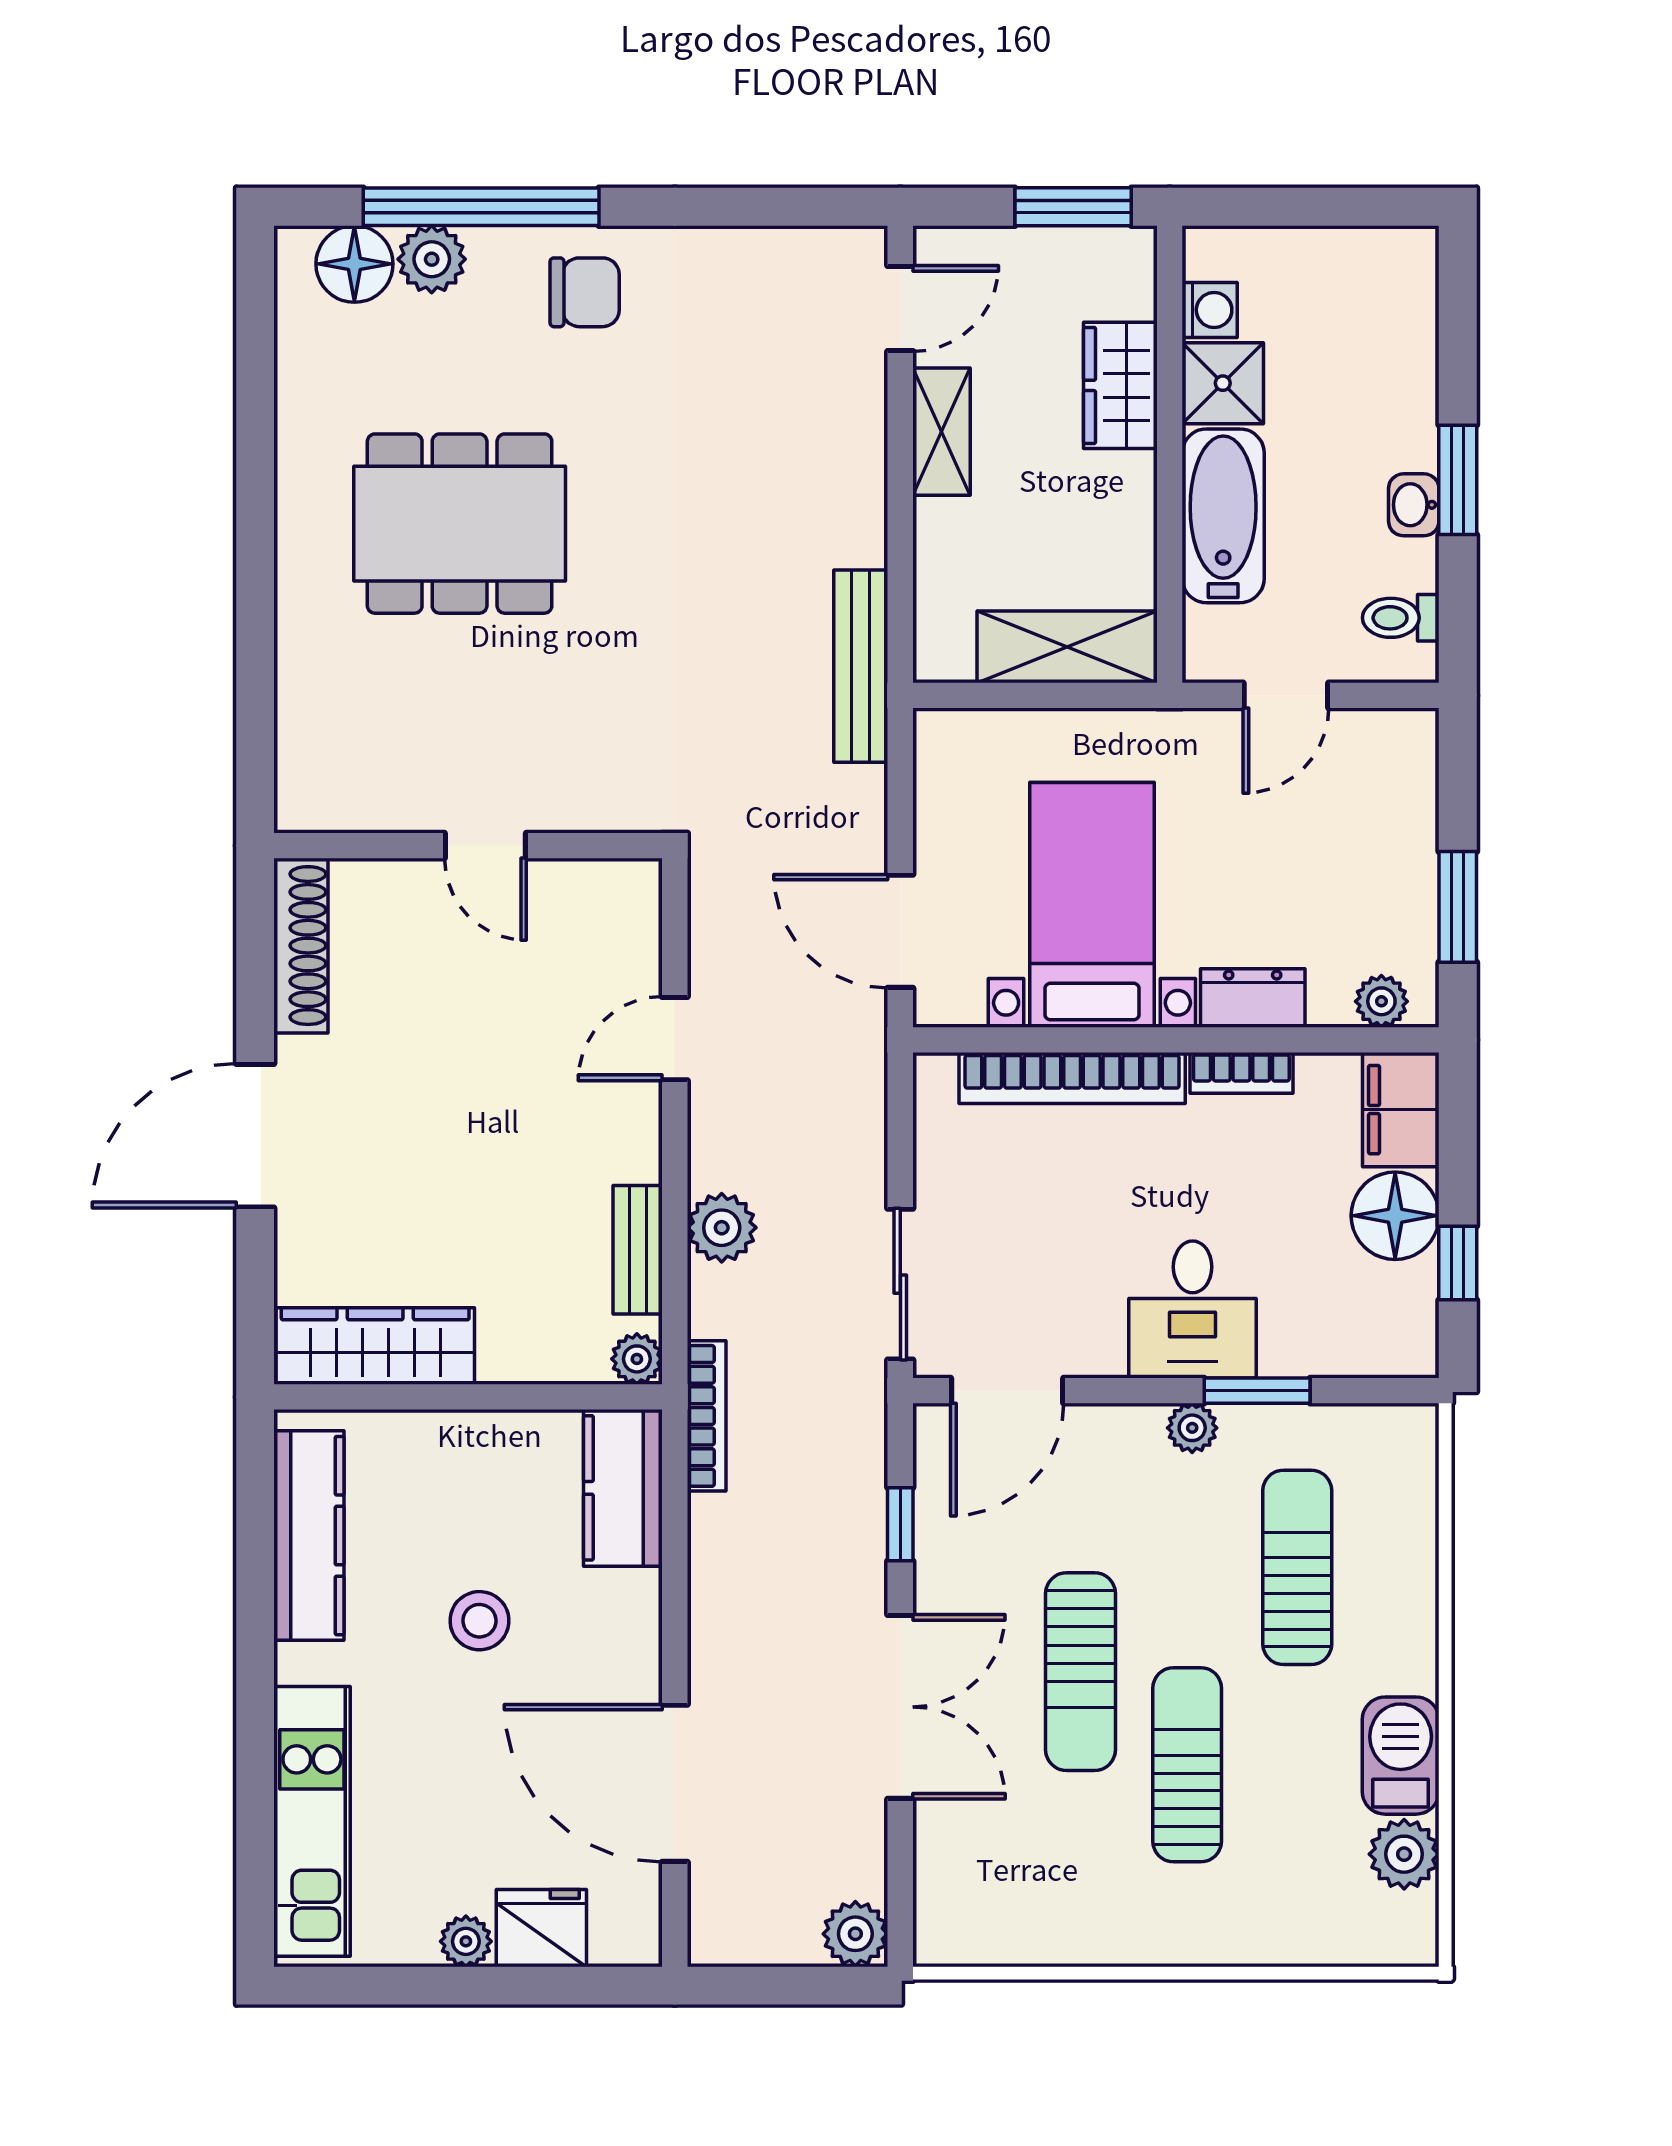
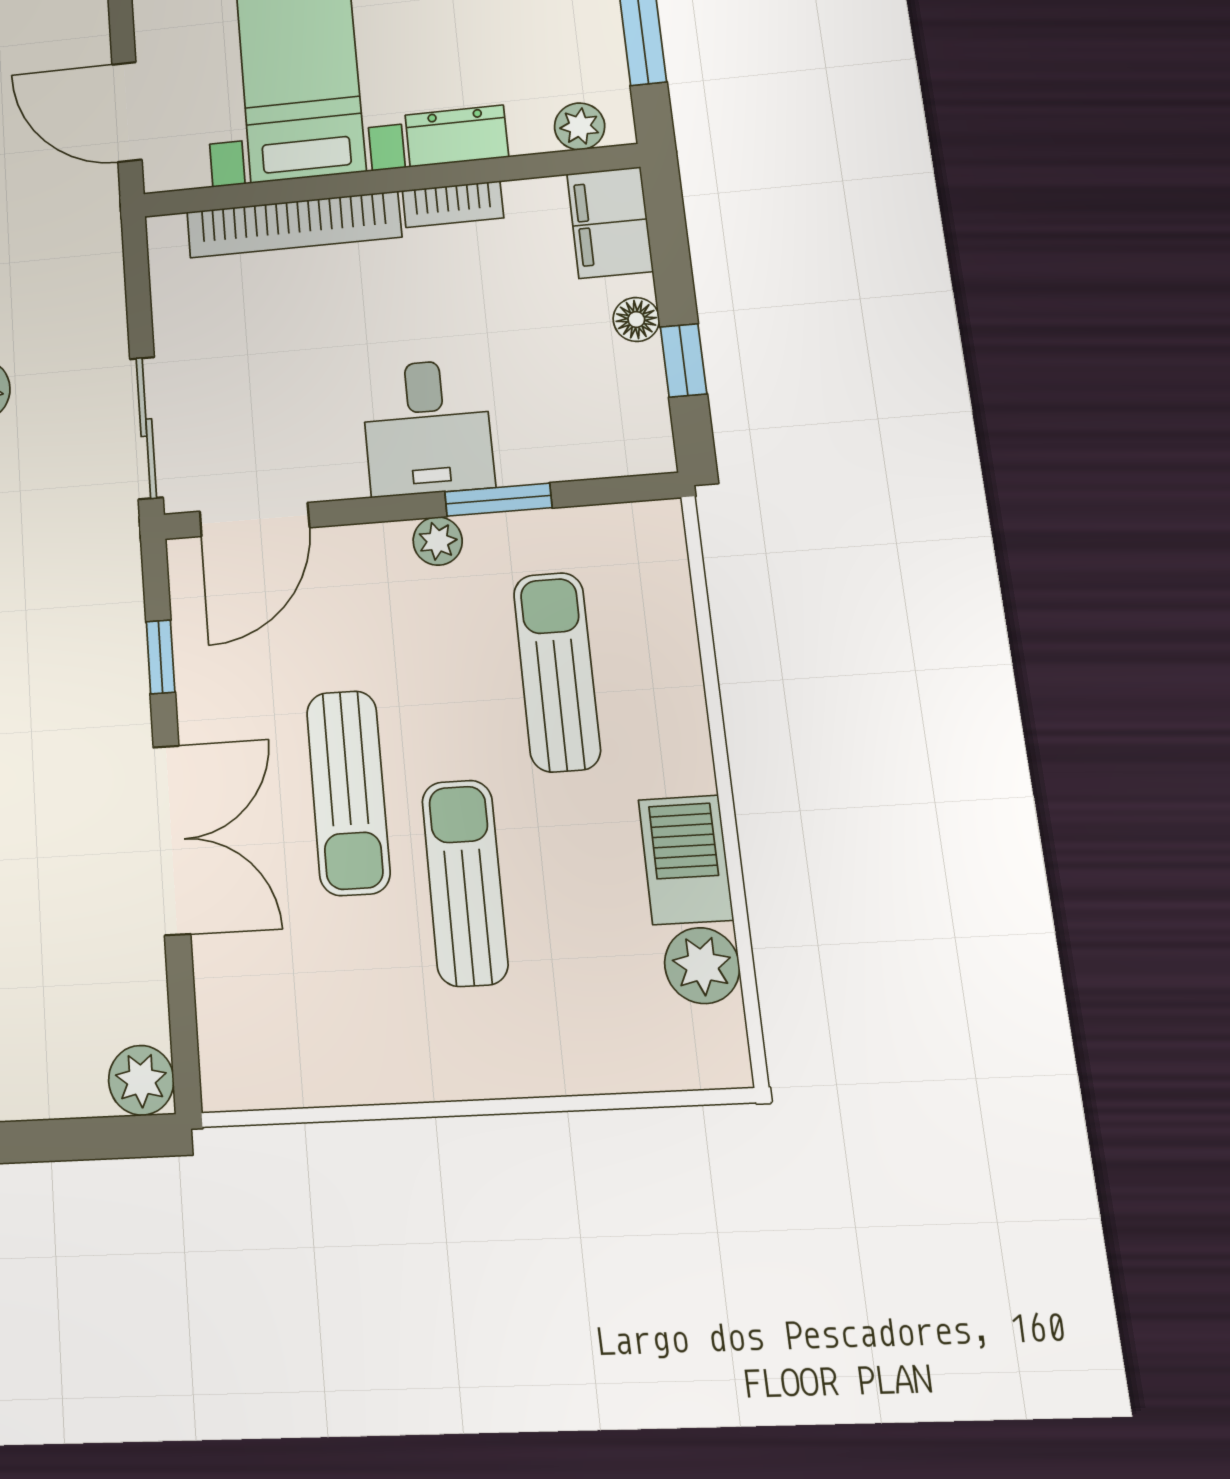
floor lamp: (1395, 1216) -> (636, 319), width x0.53, depth x0.53

